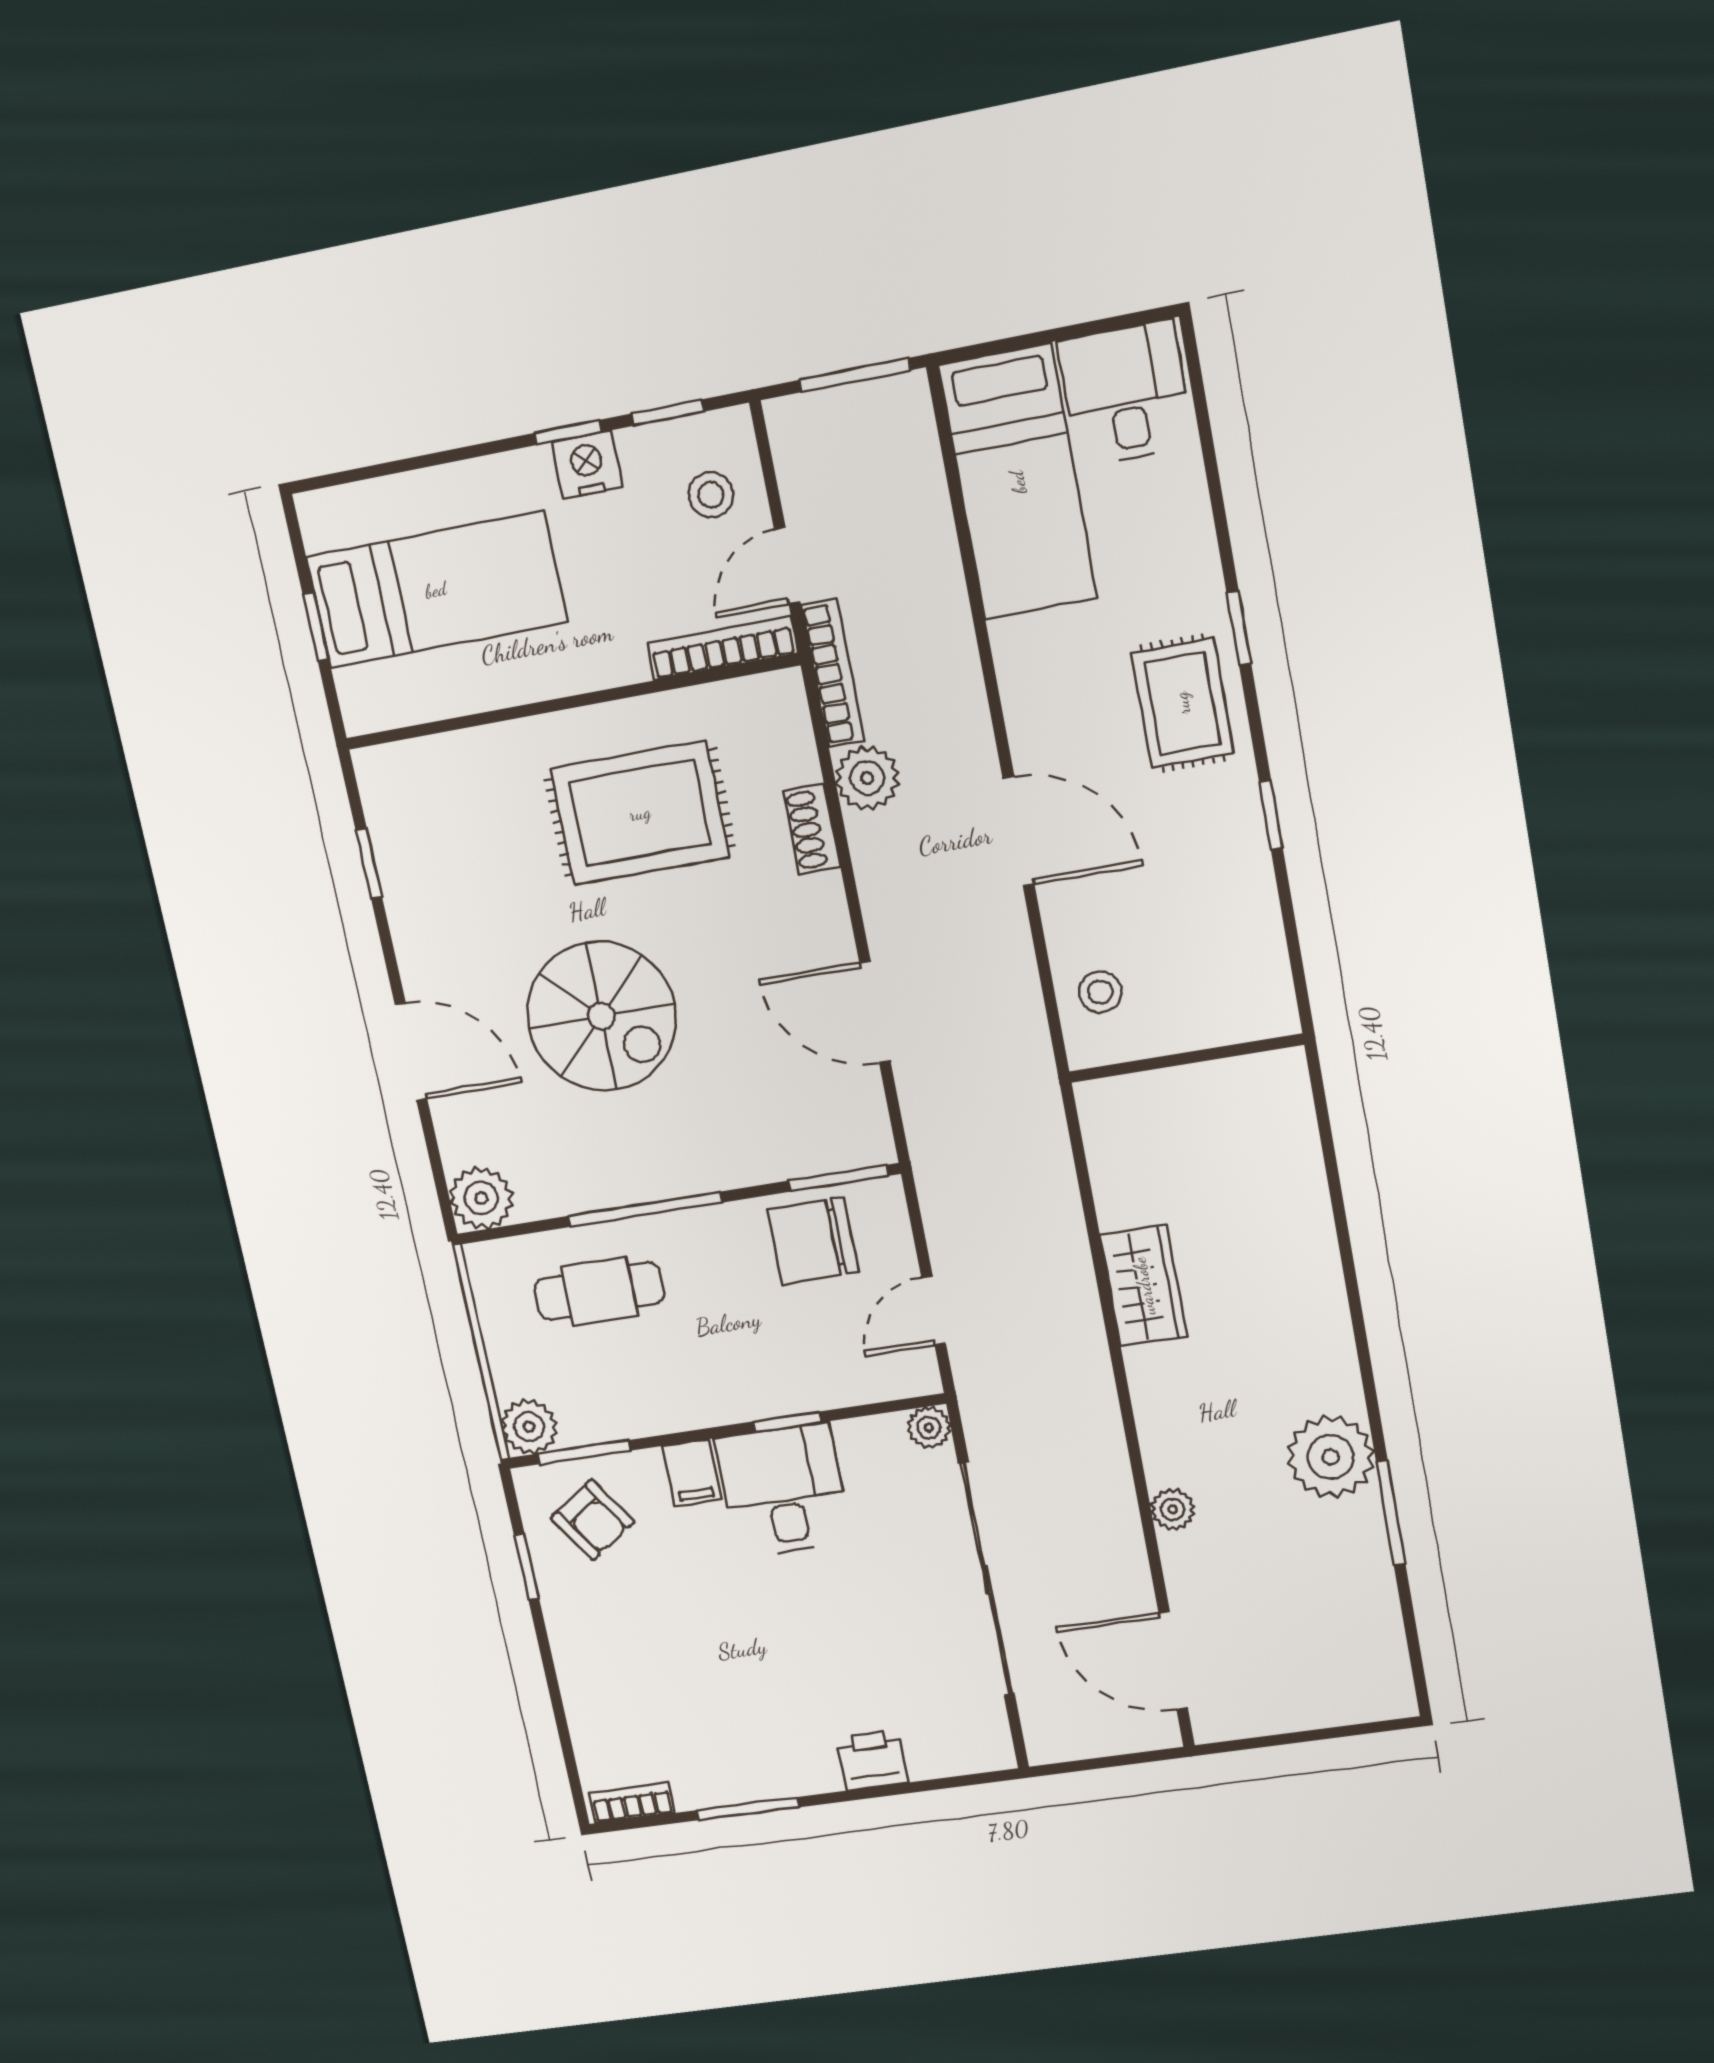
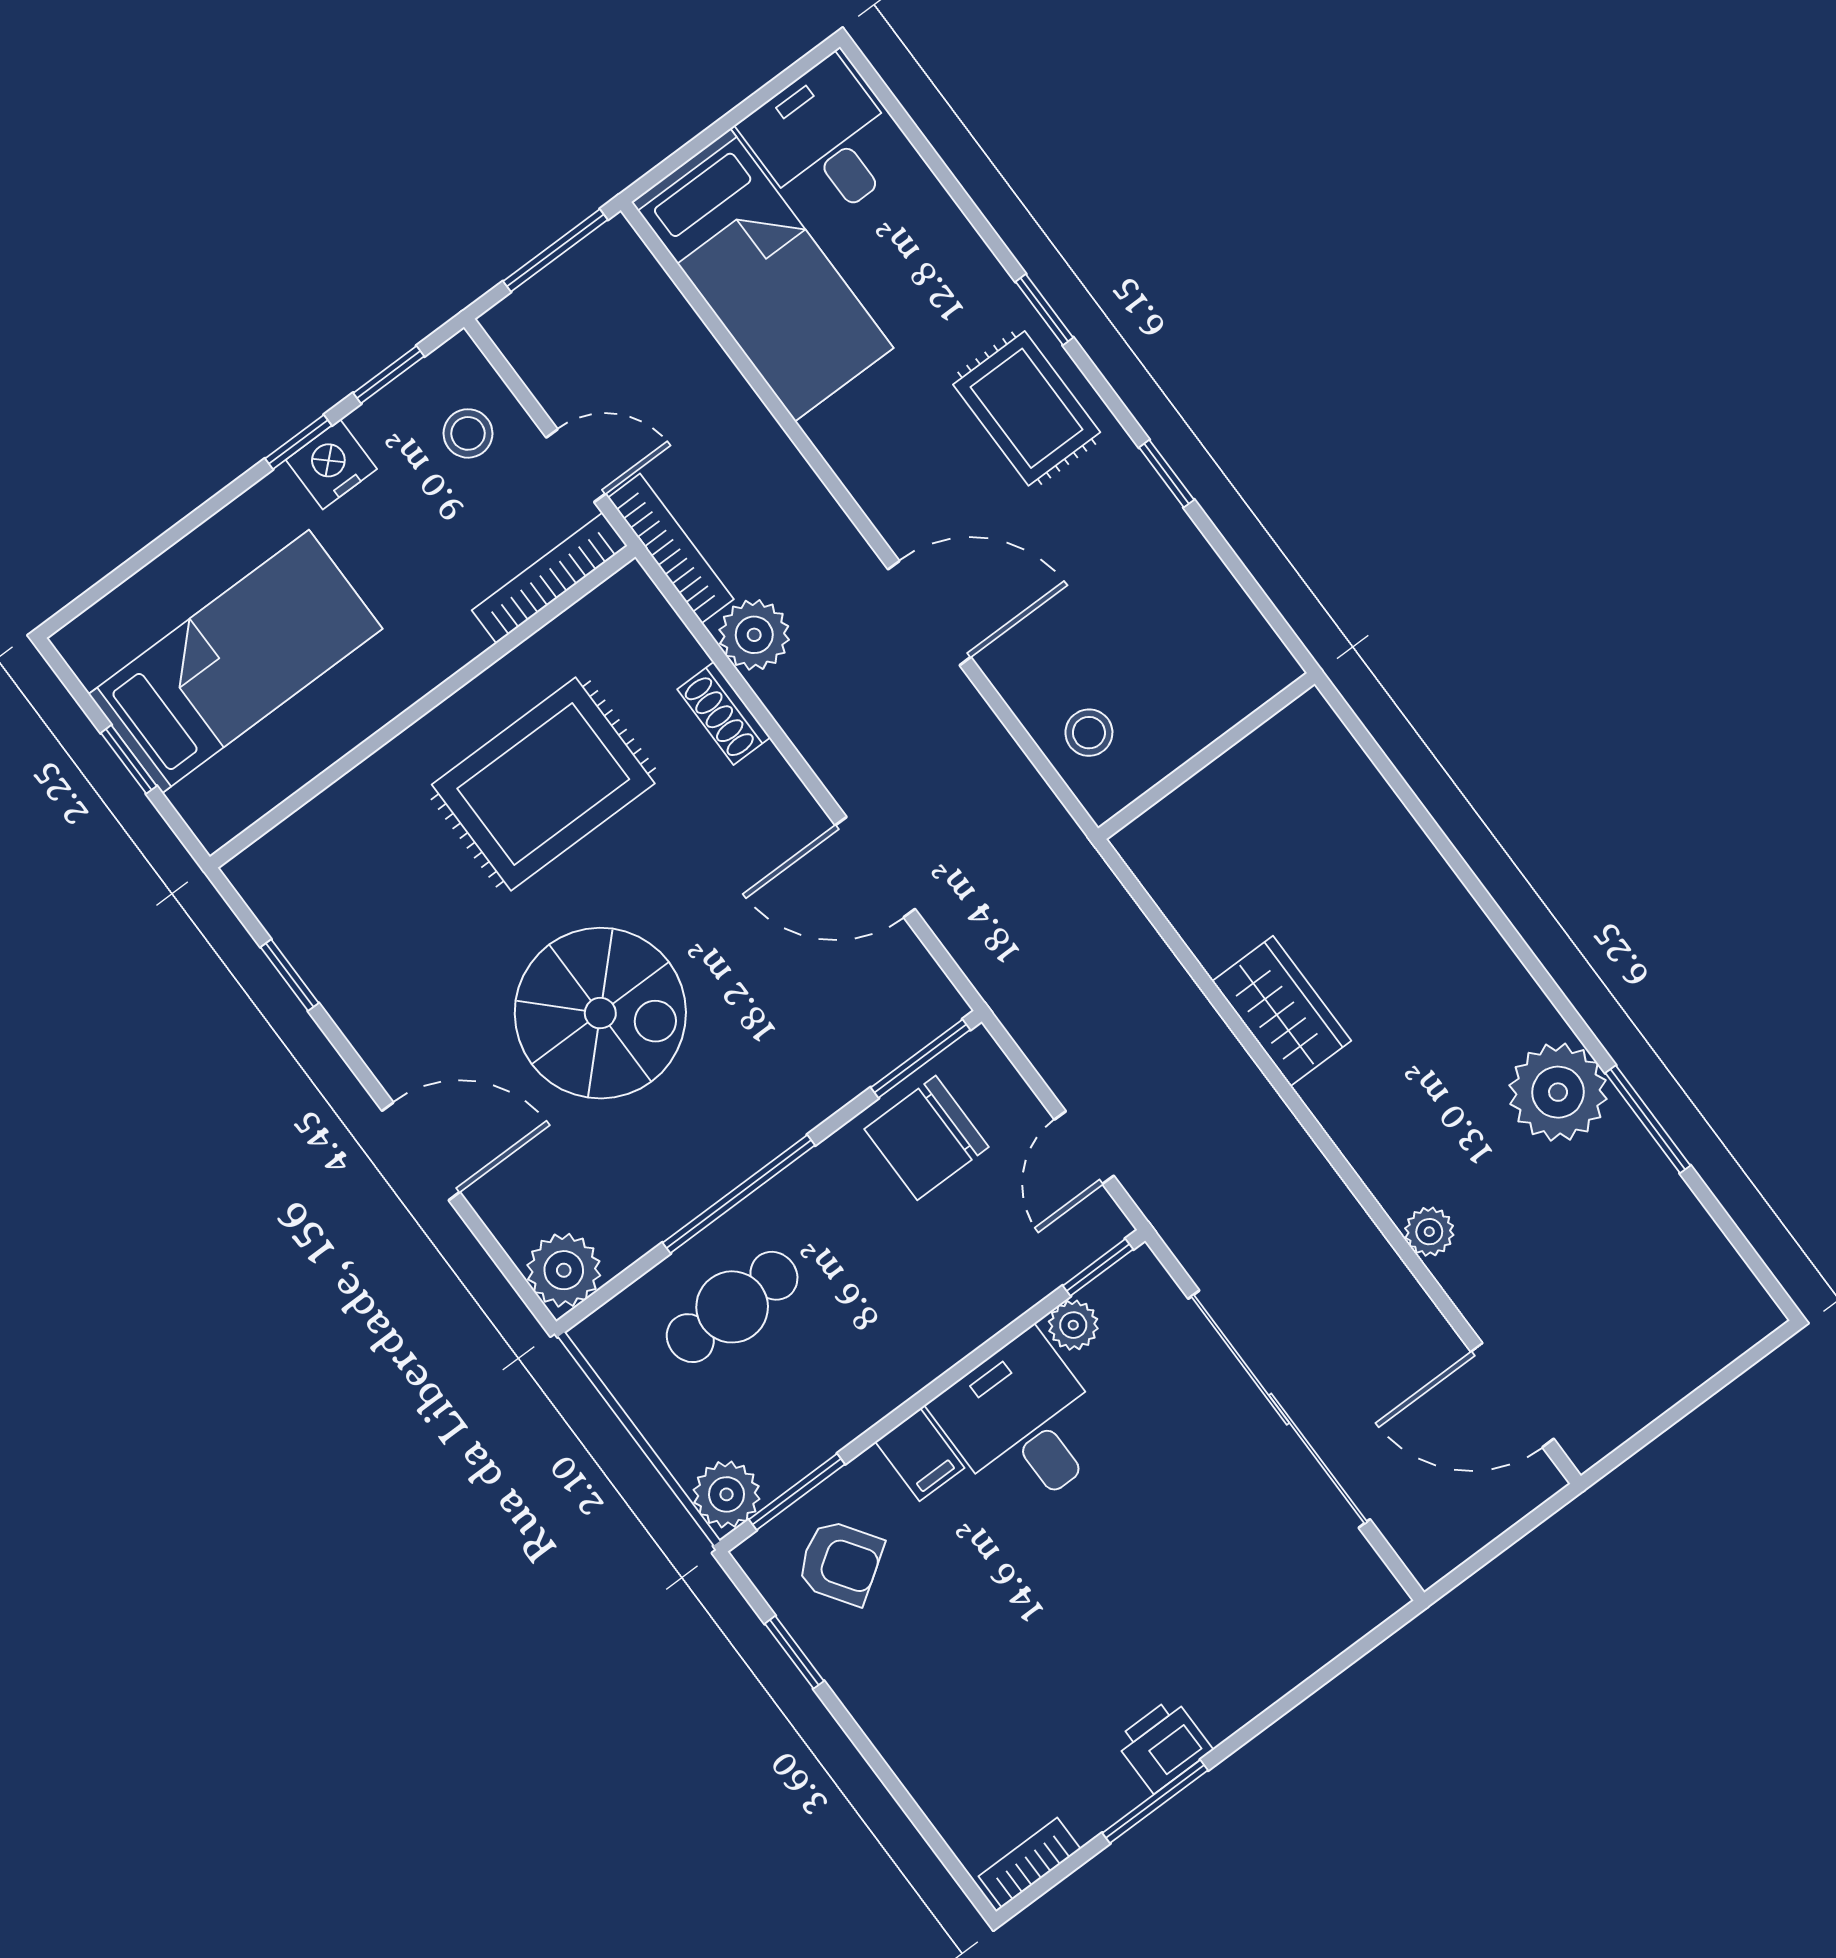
door: (787, 566) -> (576, 466), swing flipped
window: (787, 1422) -> (1098, 1267), moved
plant: (929, 1428) -> (1073, 1325), moved
printer: (872, 1760) -> (1163, 1745), moved

